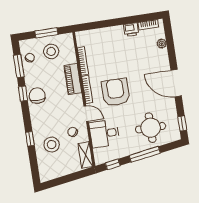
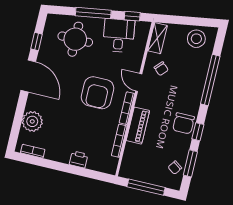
printer: (131, 30) -> (79, 159), moved
window: (46, 33) -> (146, 187), width x1.44
plant: (162, 44) -> (32, 121), width x1.88, depth x1.88
stool: (51, 51) -> (149, 165), removed
window: (182, 123) -> (37, 41), moved
desk: (104, 134) -> (119, 35), moved, turned -99
window: (30, 139) -> (210, 80), width x3.17
stool: (52, 145) -> (196, 39), moved

